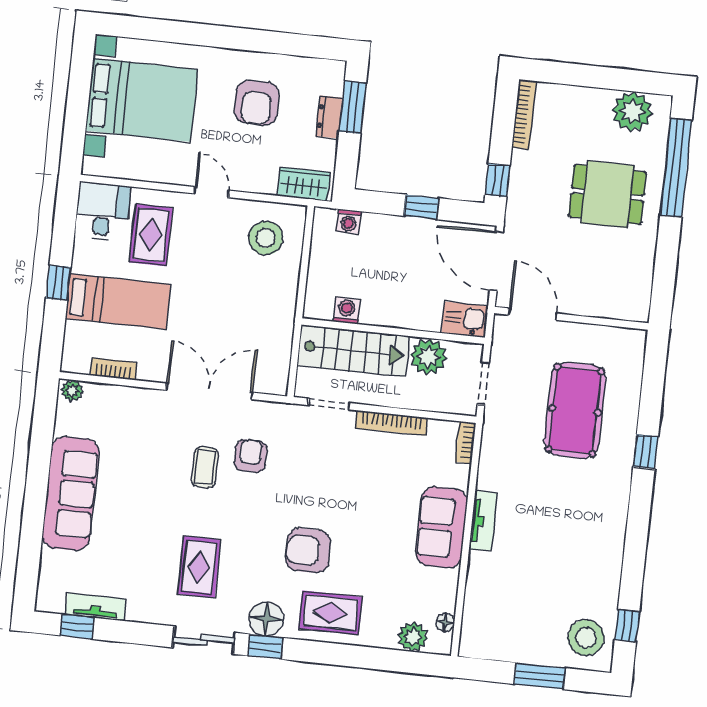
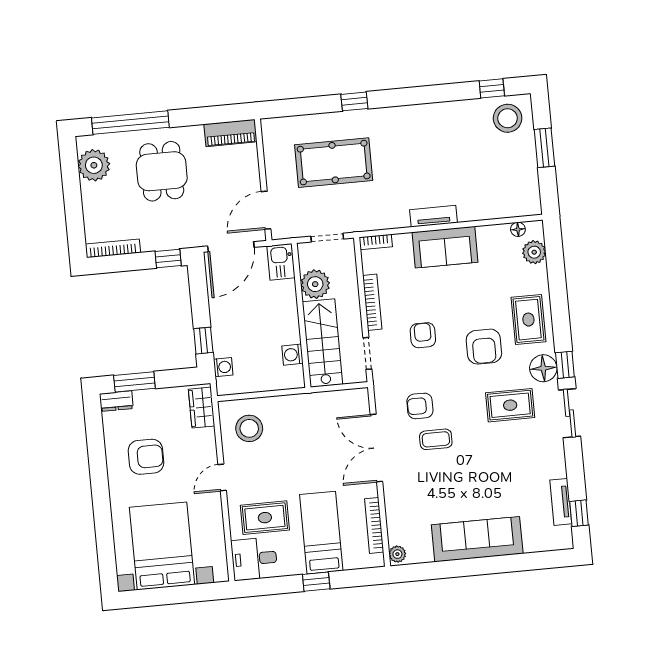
dresser: (329, 117) -> (116, 401), moved
window: (421, 207) -> (203, 341), moved
piano: (638, 289) -> (230, 133), added
bookcase: (114, 369) -> (374, 525), width x1.56
armchair: (338, 478) -> (423, 335), added
rug: (199, 567) -> (510, 405), moved

